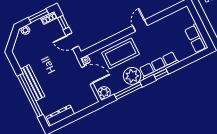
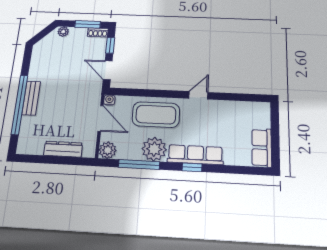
bench: (33, 83) -> (31, 98), width x0.73
dresser: (60, 115) -> (63, 149), moved

